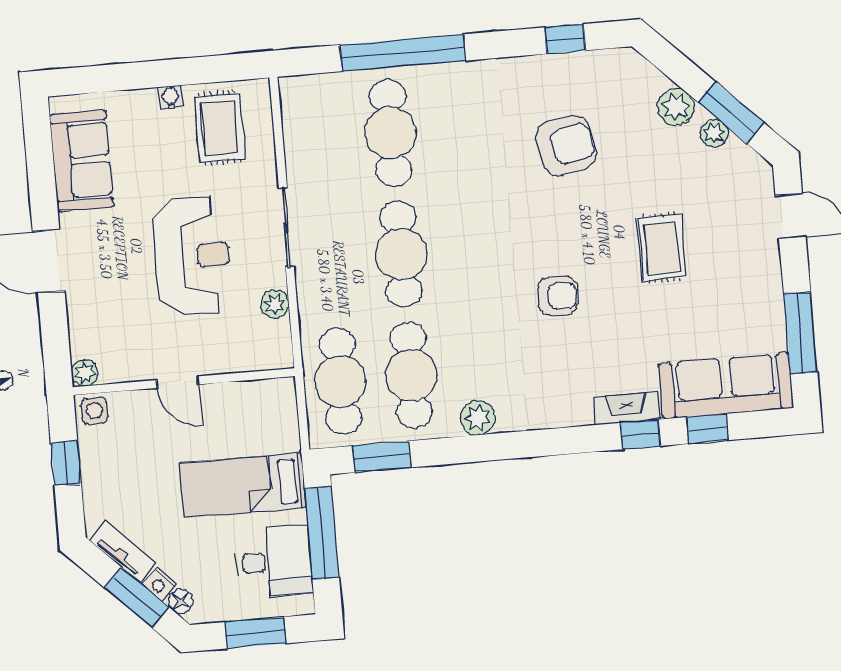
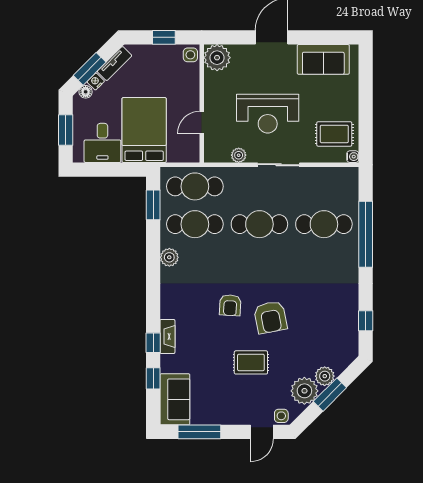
water cooler: (170, 97) -> (353, 157), moved
window: (731, 112) -> (330, 395), moved
plant: (714, 133) -> (304, 391), width x1.88, depth x1.88
armchair: (566, 145) -> (270, 317), moved
side table: (757, 182) -> (281, 416), added
plant: (85, 373) -> (217, 58), width x1.87, depth x1.87
door: (178, 382) -> (202, 122), moved
sofa: (726, 386) -> (175, 399), width x0.73
bed: (243, 485) -> (144, 130), width x1.50
window: (322, 533) -> (115, 170), removed

